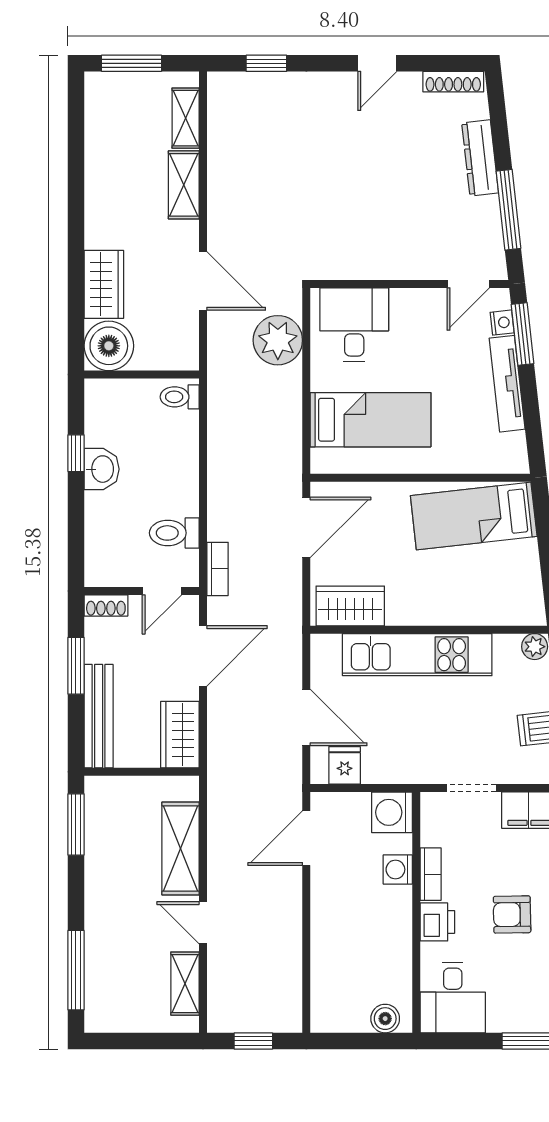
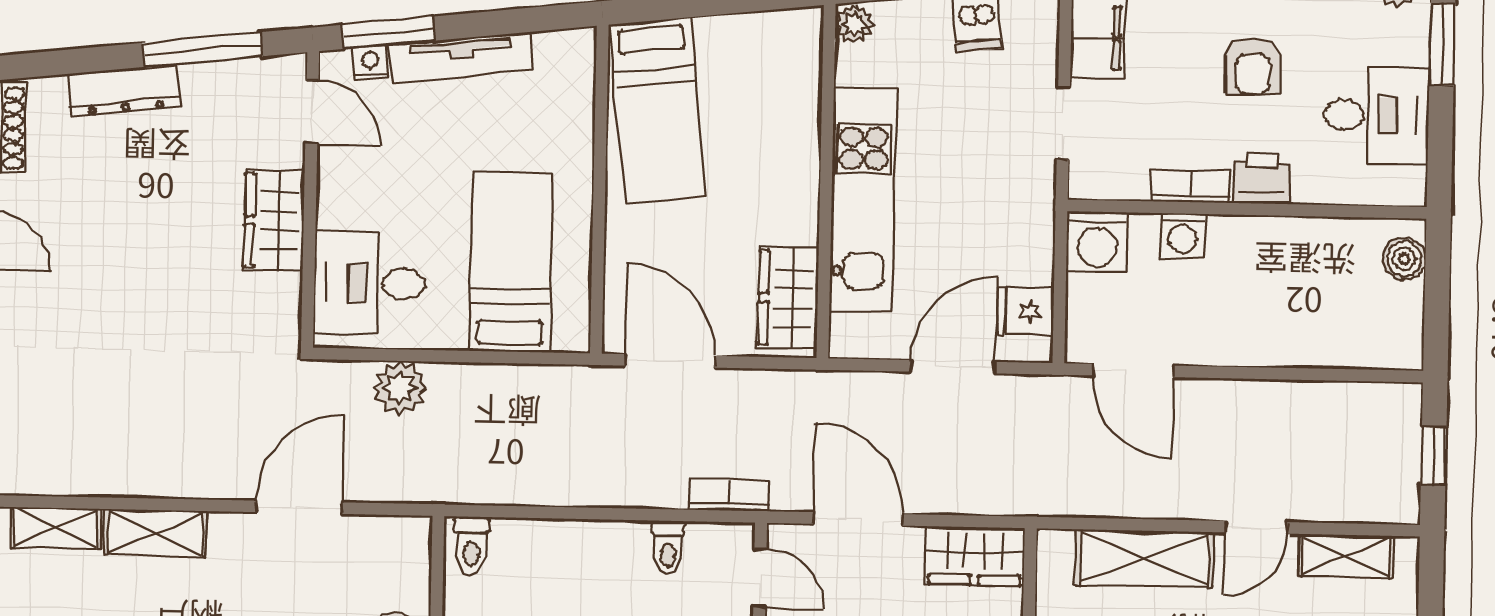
wardrobe: (395, 260) -> (274, 221), added
plant: (278, 340) -> (400, 388), width x0.73, depth x0.73
toilet: (174, 533) -> (668, 547), width x0.73, depth x0.72
desk: (453, 998) -> (1376, 115), moved

